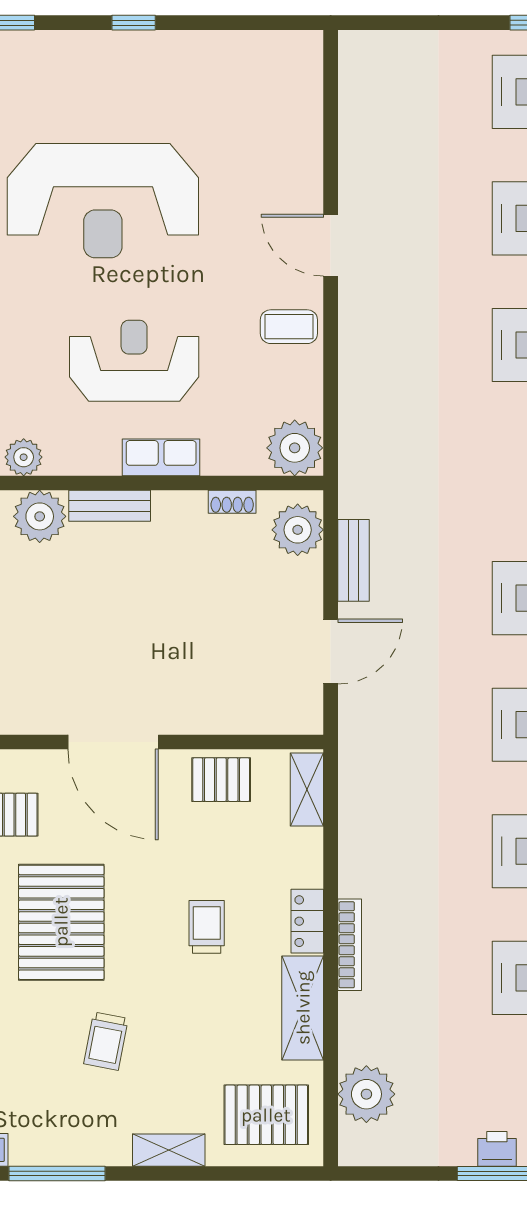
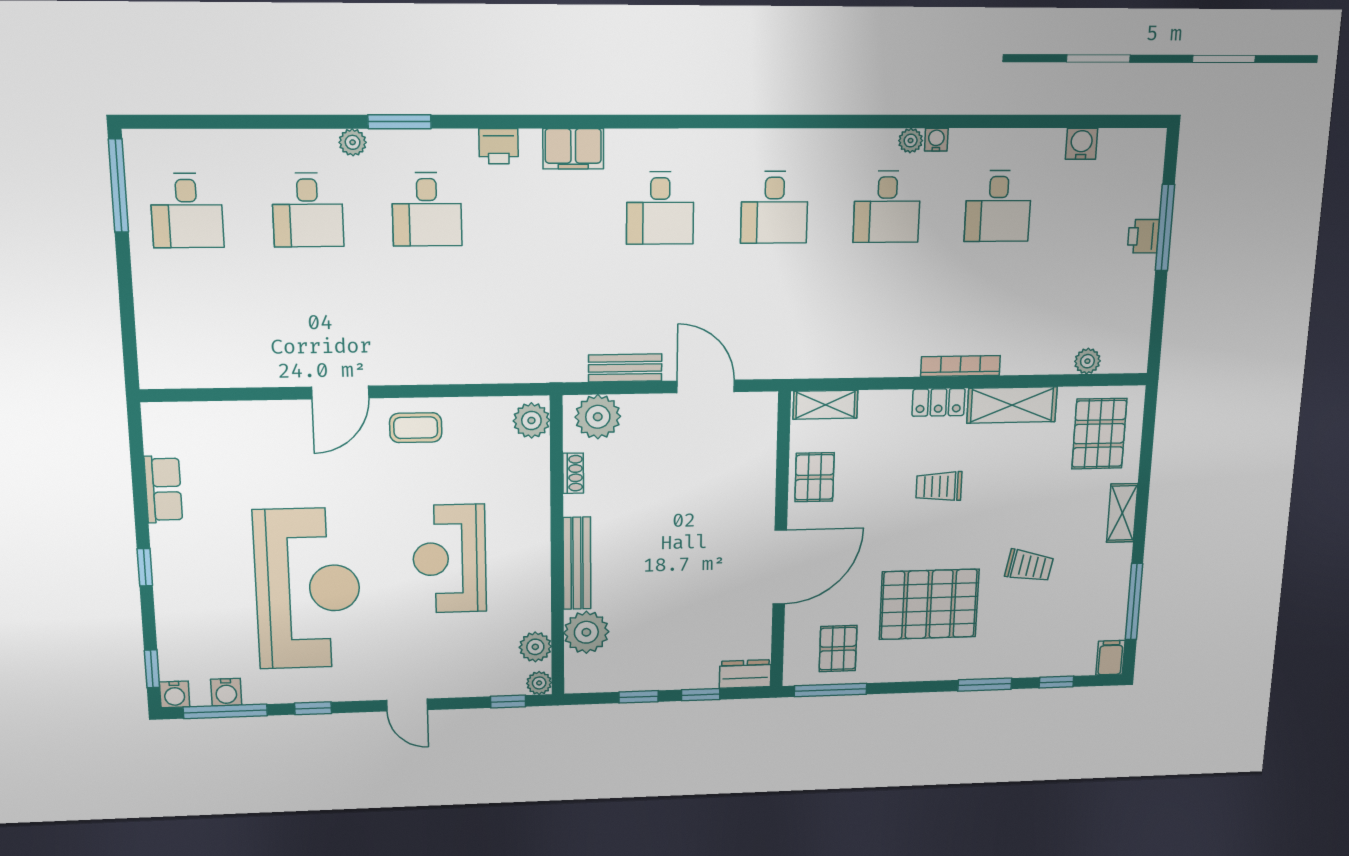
coffee table: (289, 327) -> (416, 428), turned 90
plant: (295, 448) -> (531, 420), width x0.73, depth x0.73
row of seats: (161, 457) -> (163, 489), moved, turned 180
bench: (110, 506) -> (577, 563), width x1.36
plant: (366, 1094) -> (1087, 361), width x0.53, depth x0.53

